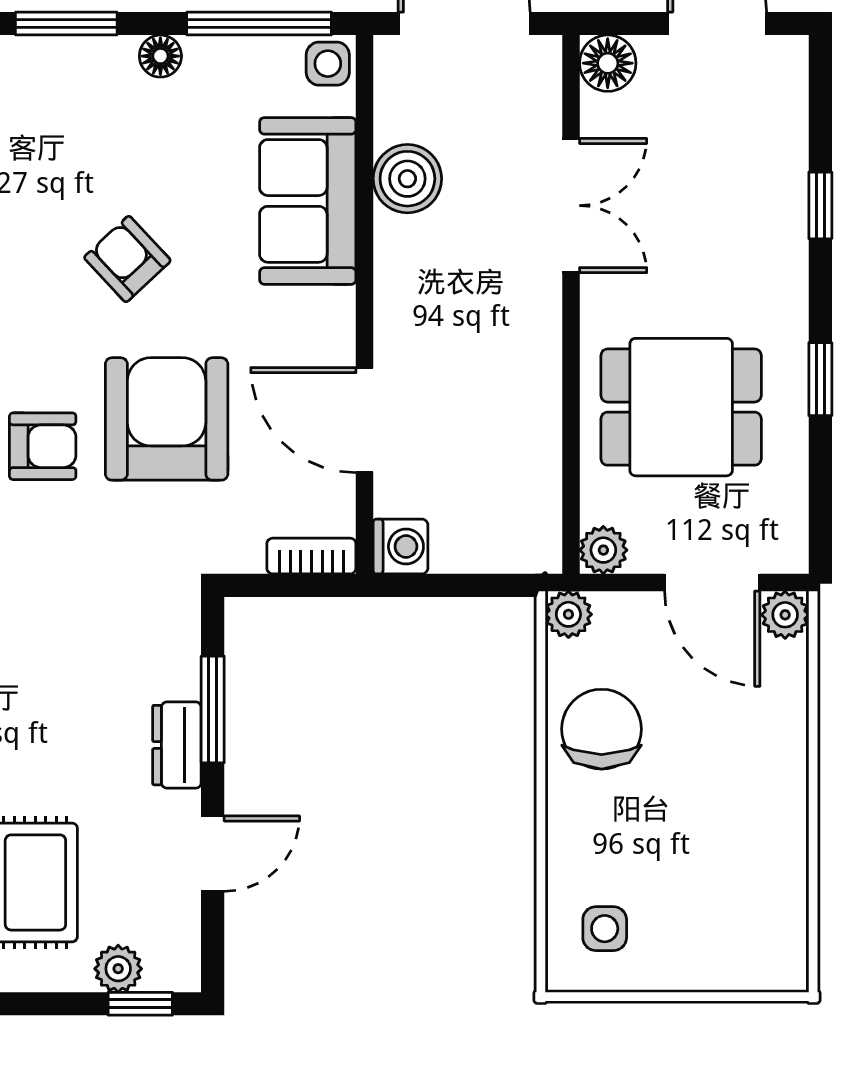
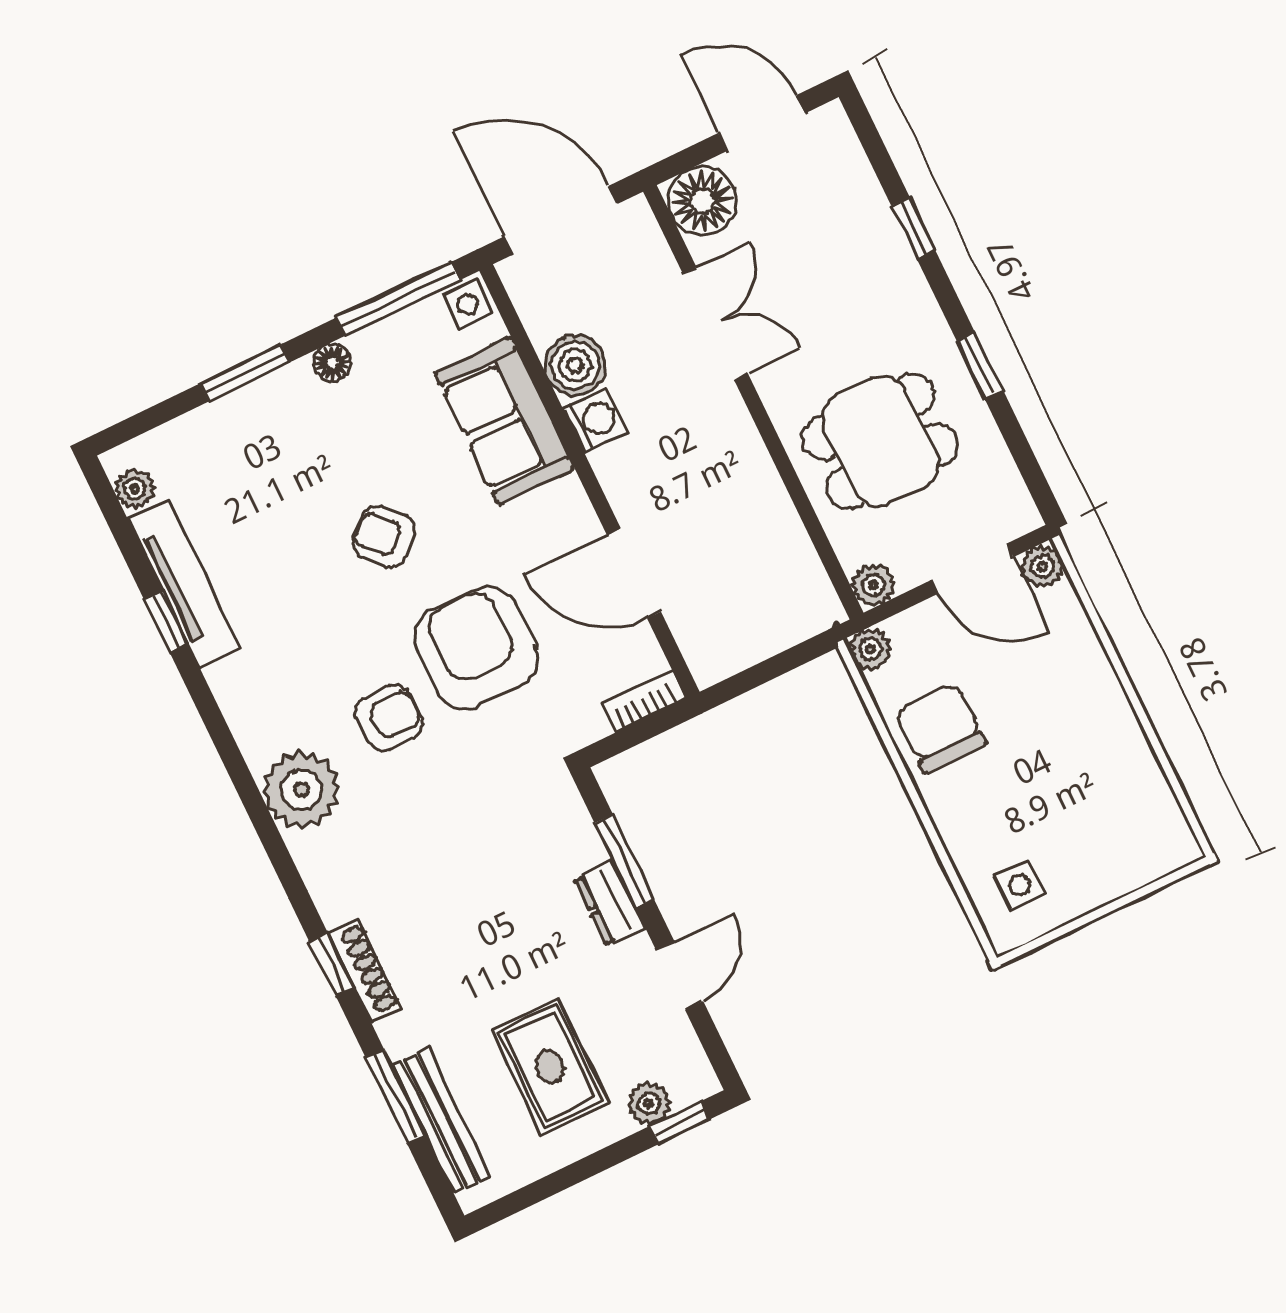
floor lamp: (608, 63) -> (702, 201), width x1.38, depth x1.38
washing machine: (401, 547) -> (595, 420), moved

